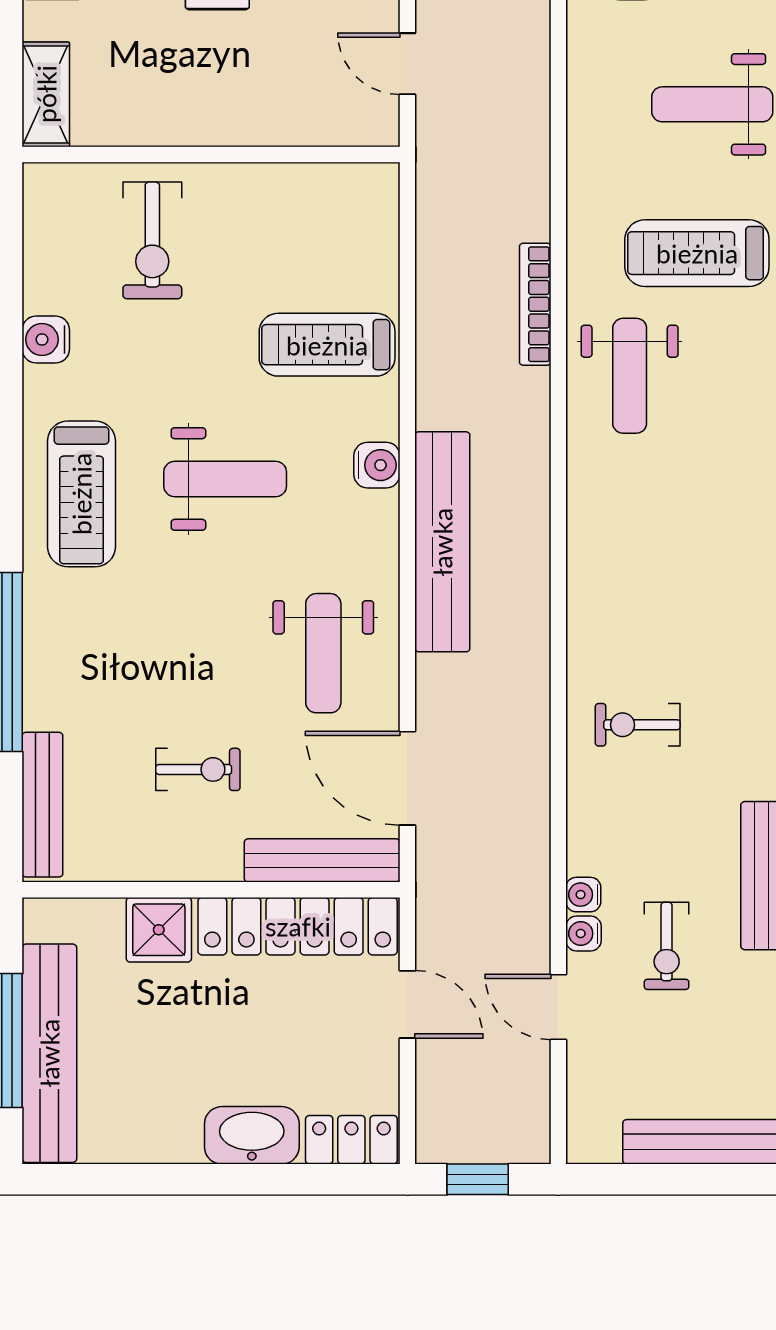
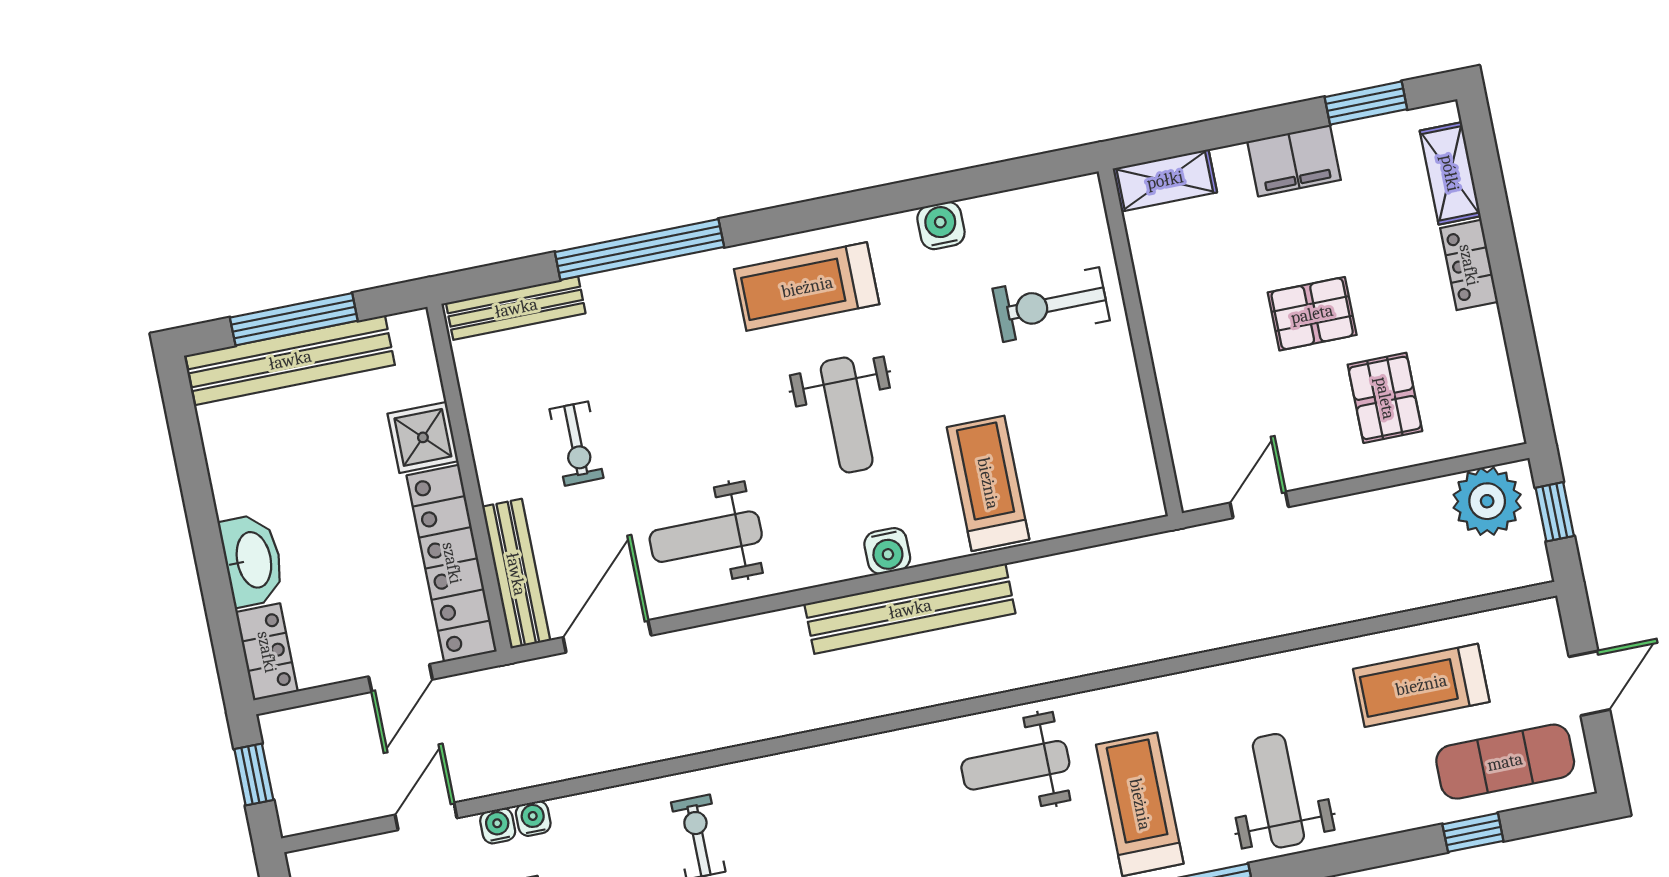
bookcase: (535, 304) -> (1063, 666), removed
bench: (442, 542) -> (910, 609), moved

